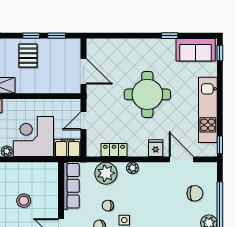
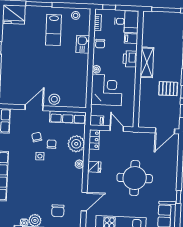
door: (84, 71) -> (165, 131), moved
filing cabinet: (68, 148) -> (97, 121), width x0.50
fridge: (156, 148) -> (94, 167), moved
locker: (114, 150) -> (94, 140), moved
stool: (24, 201) -> (54, 99), moved

